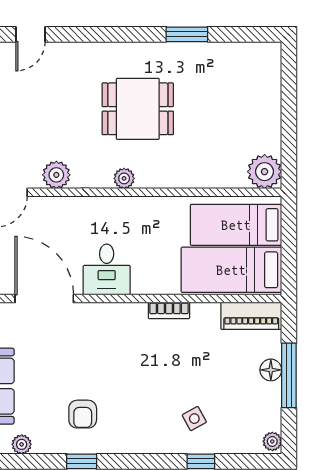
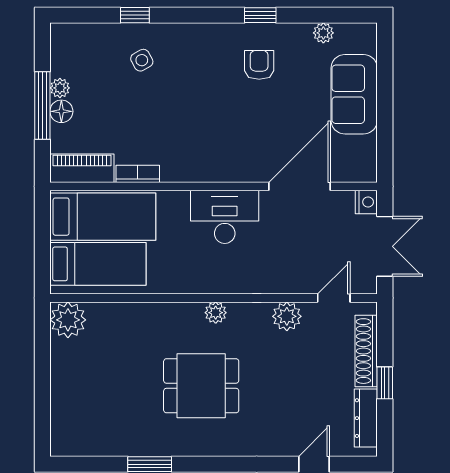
desk: (107, 270) -> (225, 217), width x1.37
door: (44, 299) -> (300, 186), swing flipped
bookcase: (169, 310) -> (138, 174), moved
plant: (272, 441) -> (60, 88), moved

